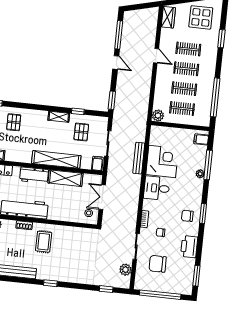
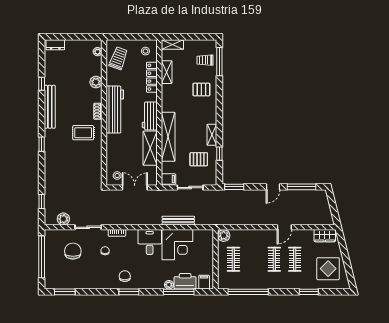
clothes rail: (184, 89) -> (254, 259), removed
printer: (189, 247) -> (185, 281), moved

